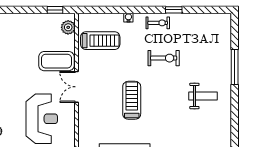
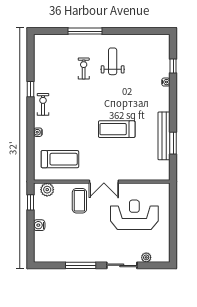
water cooler: (31, 19) -> (39, 225), added
treadmill: (100, 41) -> (60, 159), turned 90
exercise bike: (164, 58) -> (84, 68), moved, width x0.73, depth x0.72
coffee table: (56, 61) -> (79, 201), width x0.73, depth x0.76

